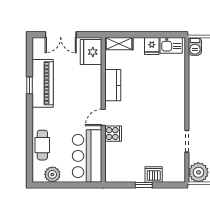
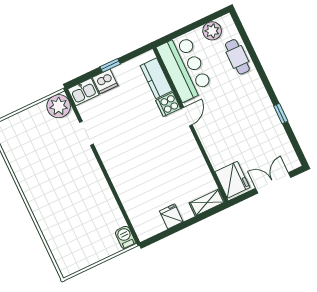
kitchen sink: (171, 45) -> (83, 92), moved, turned 180
piano: (43, 83) -> (268, 122), removed
kitchen counter: (113, 85) -> (156, 78), moved

